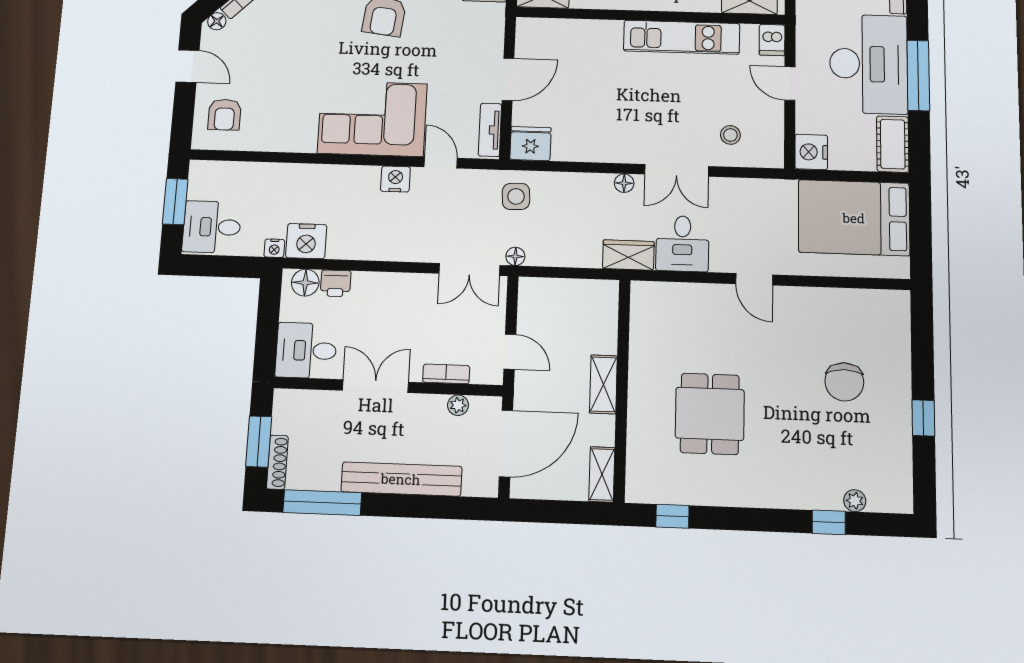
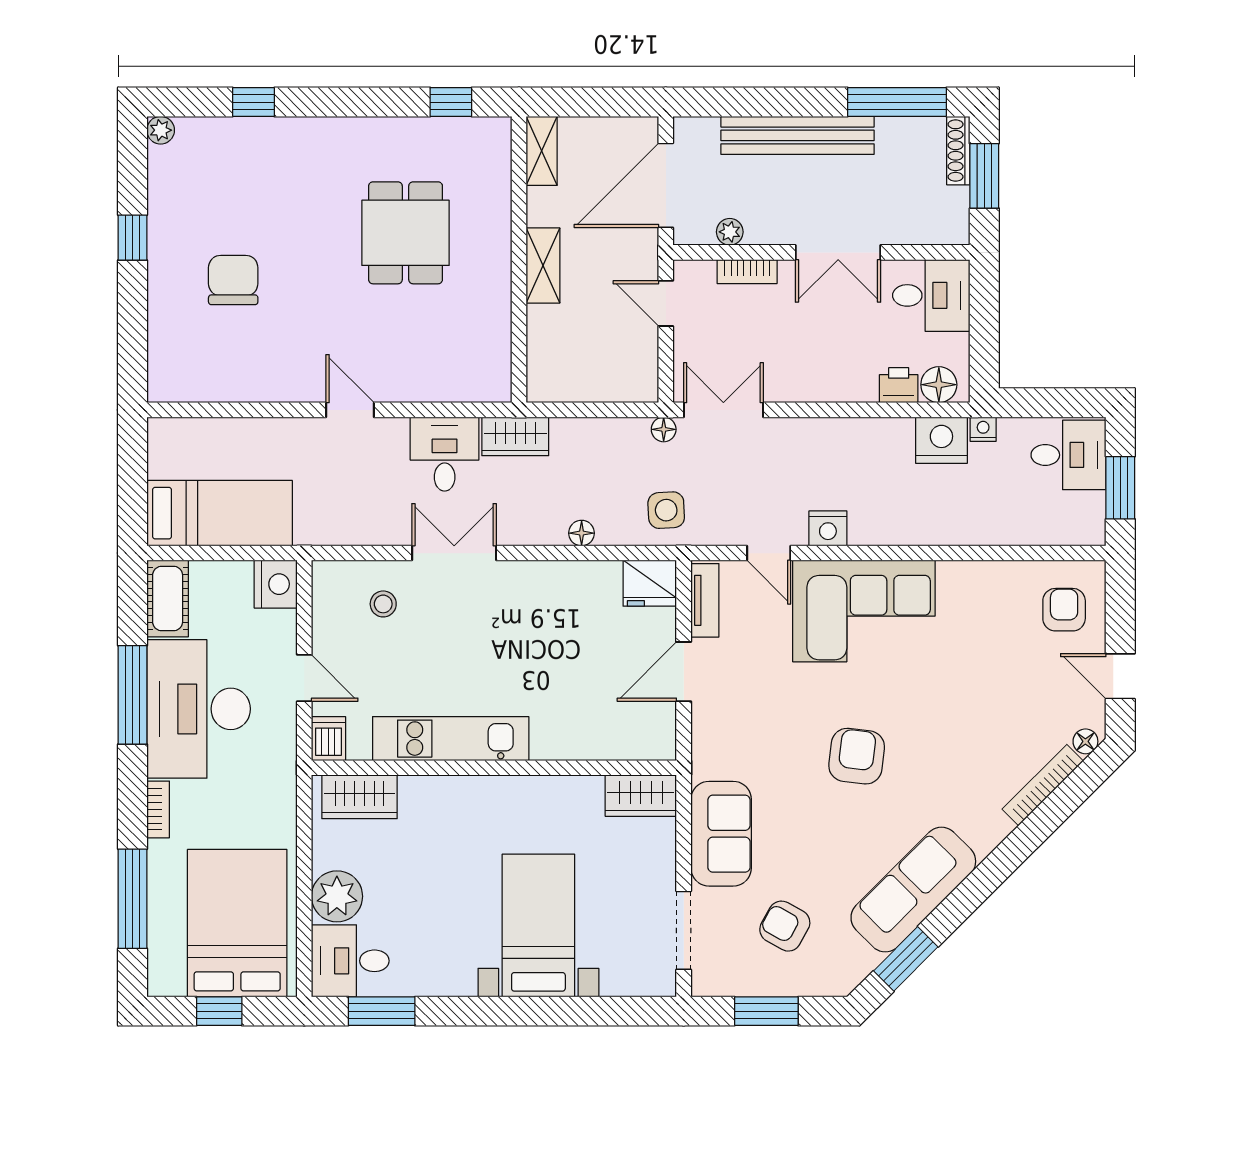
floor lamp: (624, 183) -> (582, 533), moved
bed: (854, 218) -> (220, 513), width x0.67
plant: (855, 501) -> (161, 130), moved

